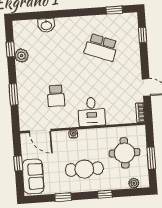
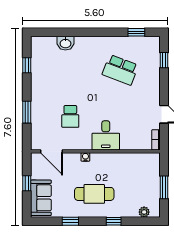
plant: (22, 56) -> (38, 73), removed
round table: (125, 153) -> (137, 180), removed

